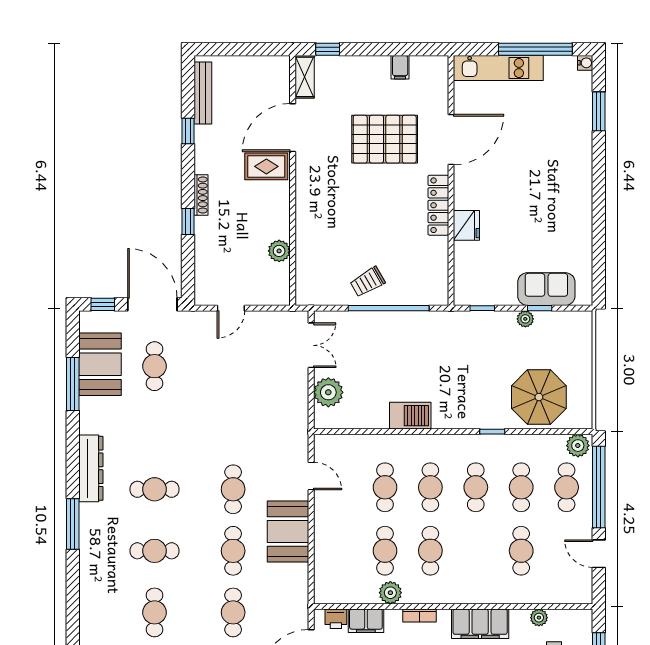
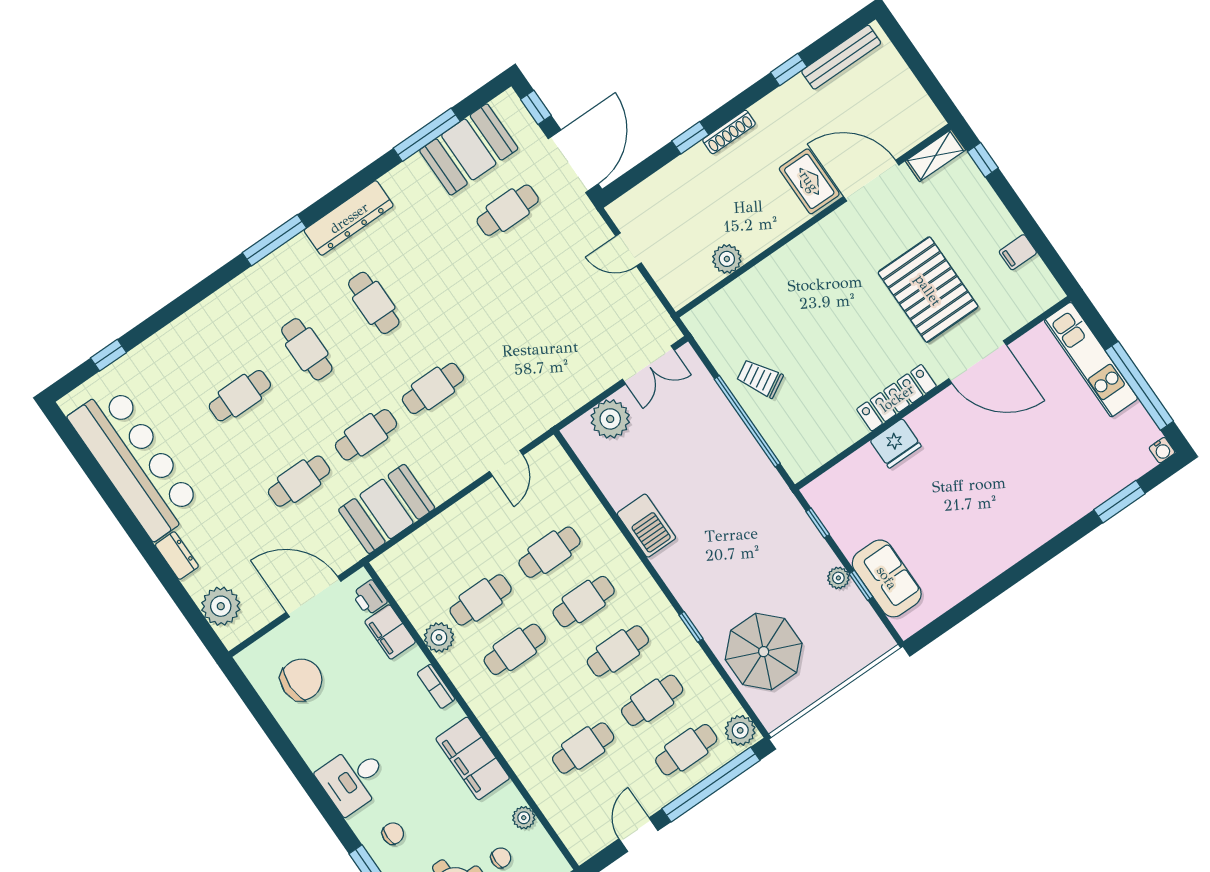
booth: (288, 532) -> (387, 509), moved

